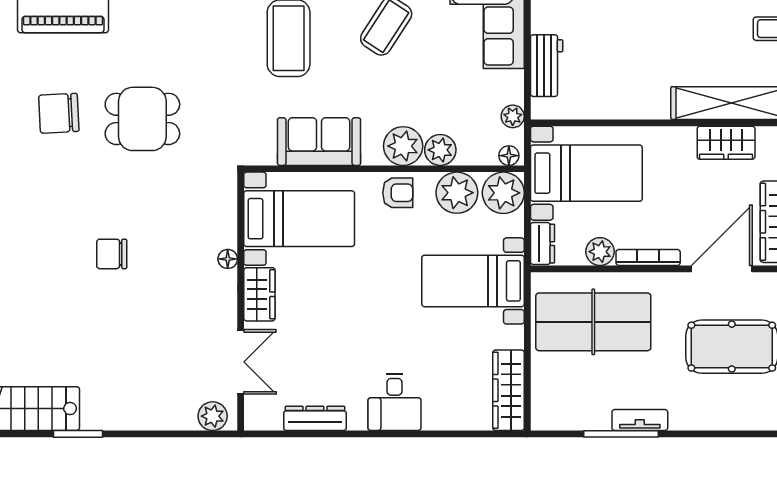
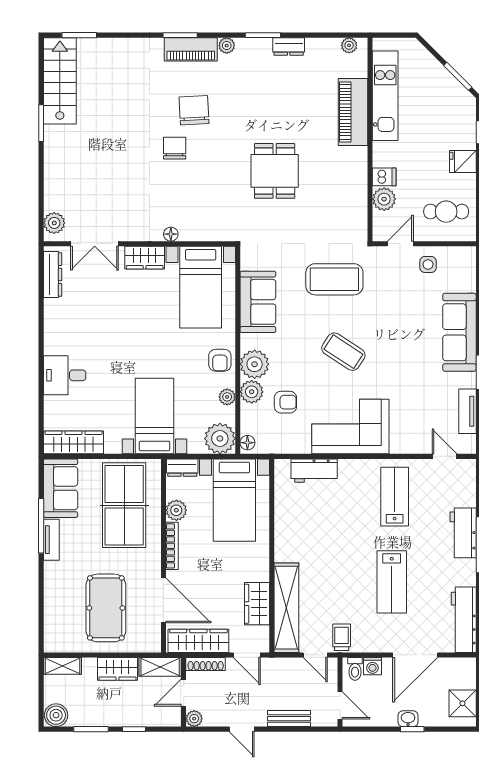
armchair: (454, 104) -> (285, 402), added
chair: (59, 113) -> (194, 110), moved
plant: (513, 116) -> (277, 445), removed
plant: (457, 193) -> (227, 397), width x0.53, depth x0.53
desk: (395, 402) -> (65, 375), moved
sofa: (570, 408) -> (61, 488), added
dresser: (315, 418) -> (53, 275), moved

